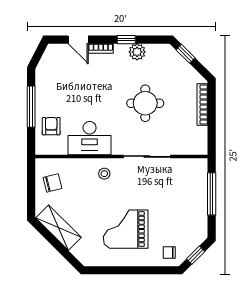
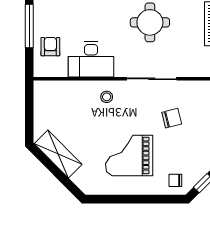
chair: (52, 183) -> (172, 118), moved

